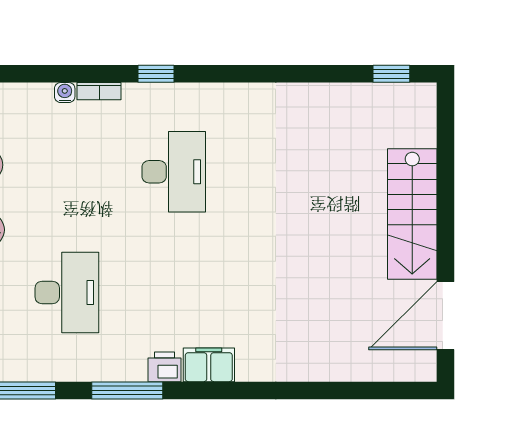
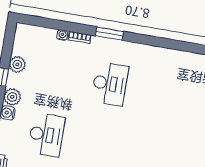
window: (156, 74) -> (109, 34), width x1.50

